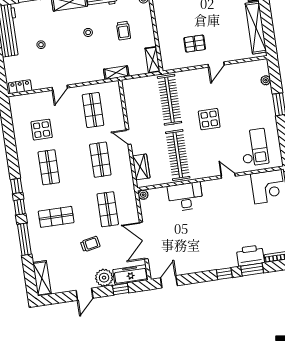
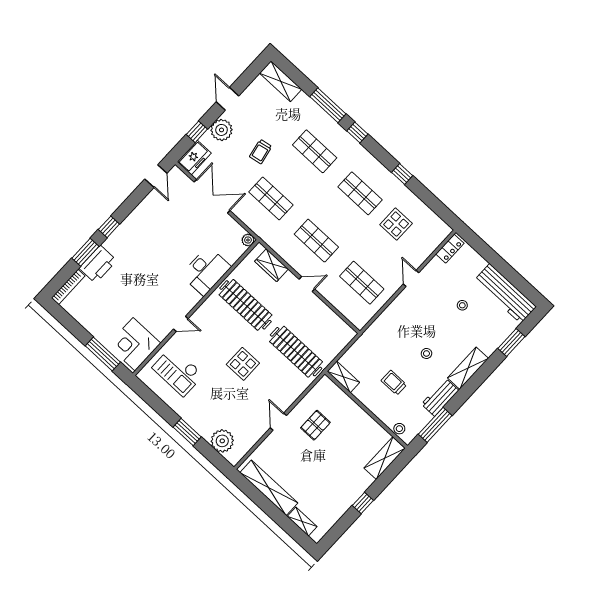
shelving: (116, 73) -> (368, 337), removed
plant: (266, 80) -> (222, 441), width x1.88, depth x1.88
window: (17, 186) -> (402, 174), moved
shop shelf: (56, 217) -> (315, 151), turned 90
freezer: (130, 275) -> (194, 158), width x0.71

